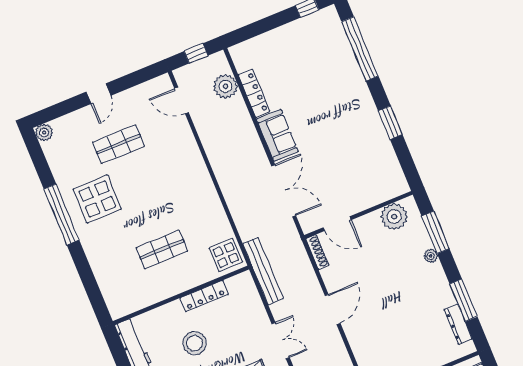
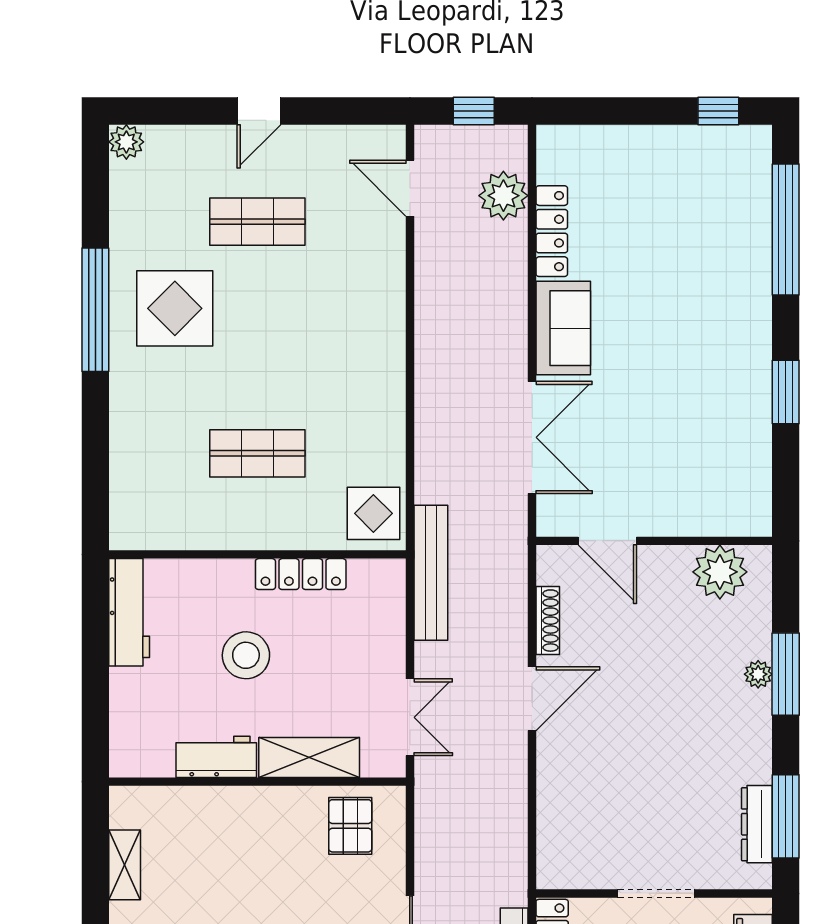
window: (435, 232) -> (786, 674), moved
shoe rack: (317, 252) -> (548, 621), moved
window: (463, 300) -> (786, 816), moved

